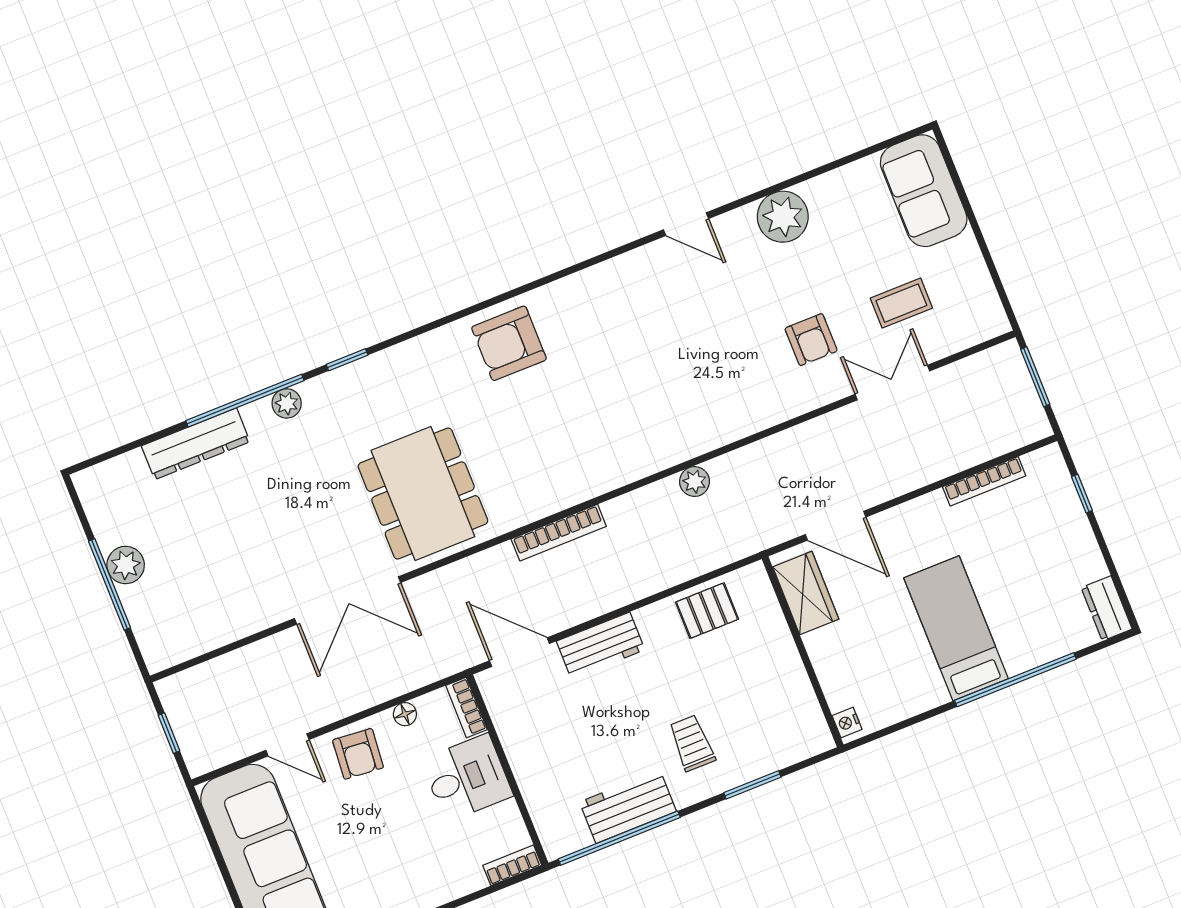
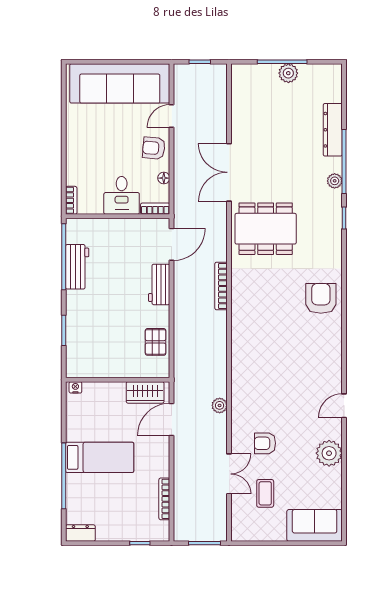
plant: (695, 482) -> (220, 405), moved
trolley: (692, 743) -> (95, 309), removed

